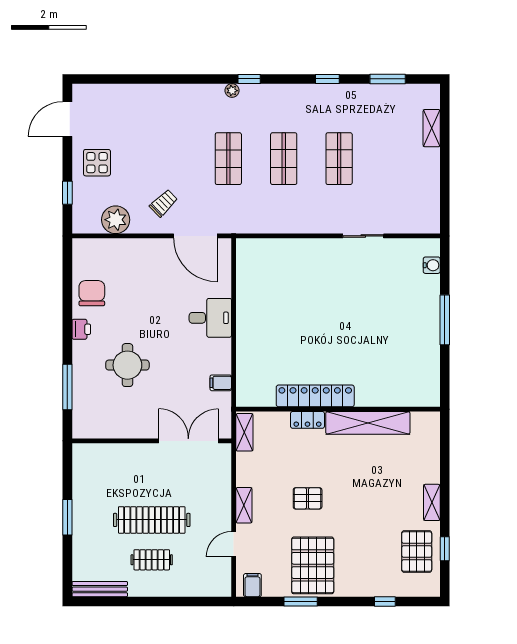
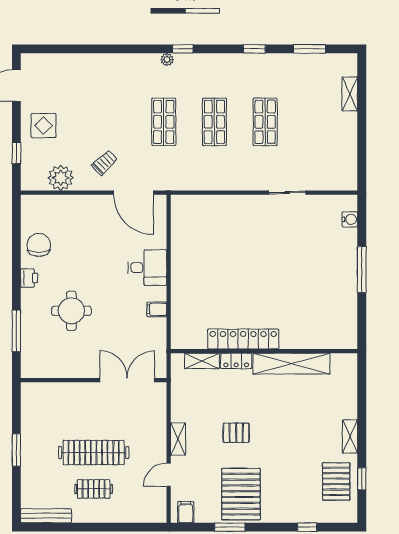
filing cabinet: (221, 383) -> (157, 309), moved
shelving: (244, 432) -> (202, 361), moved, turned 90

